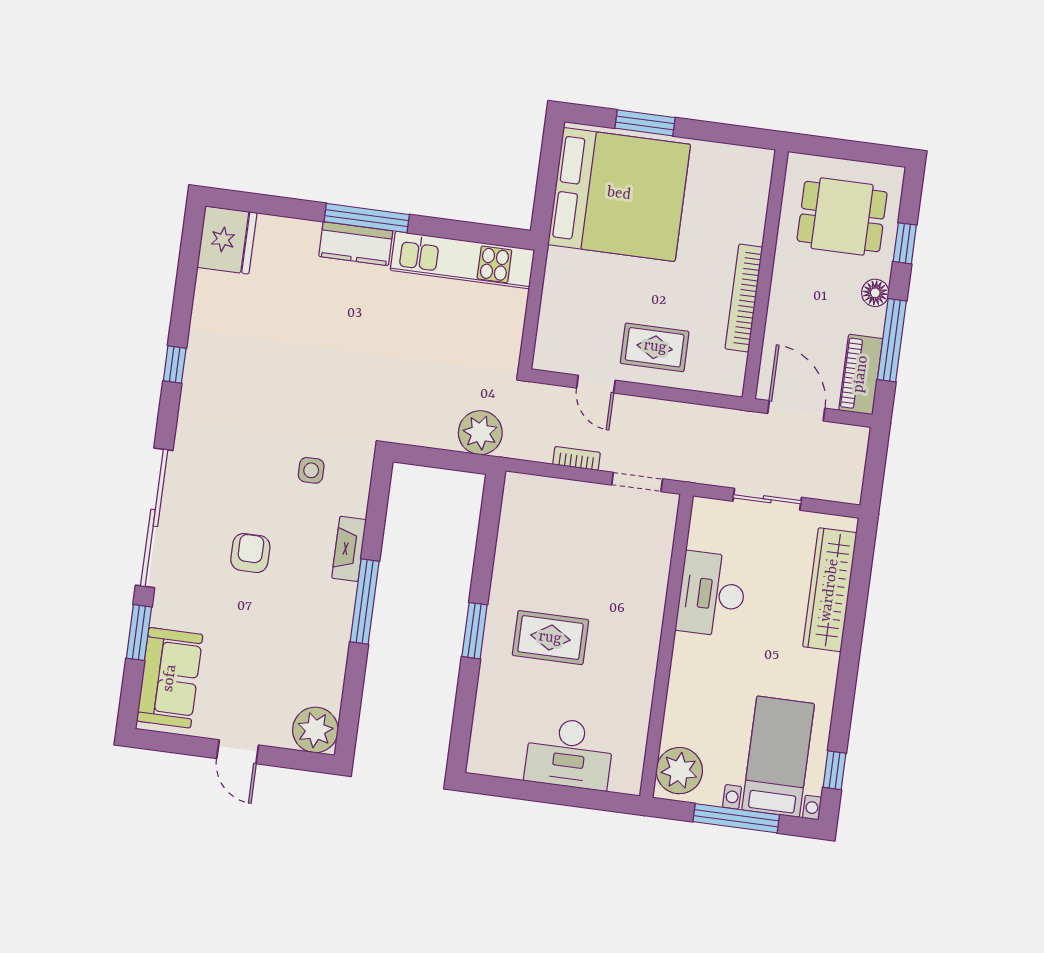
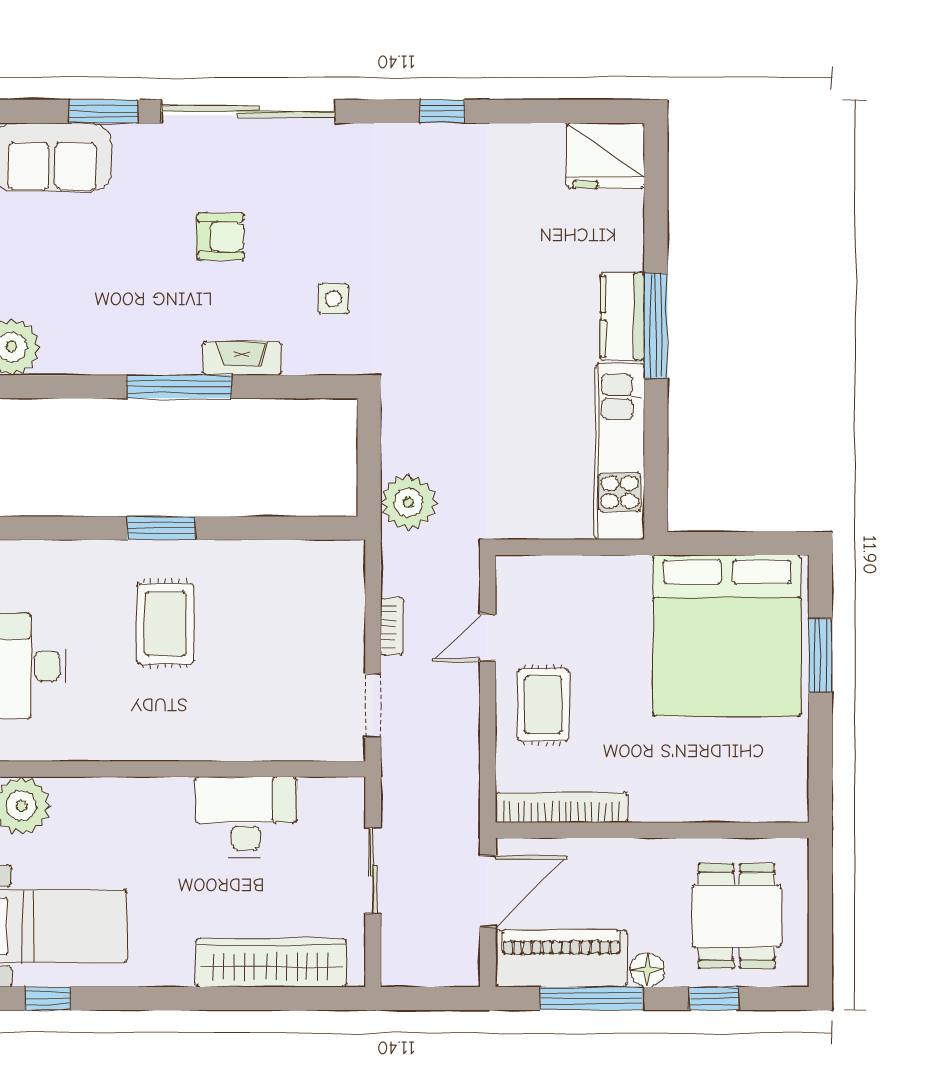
bookcase: (744, 298) -> (562, 808), moved
piano: (861, 374) -> (561, 958), width x1.37, depth x1.33

